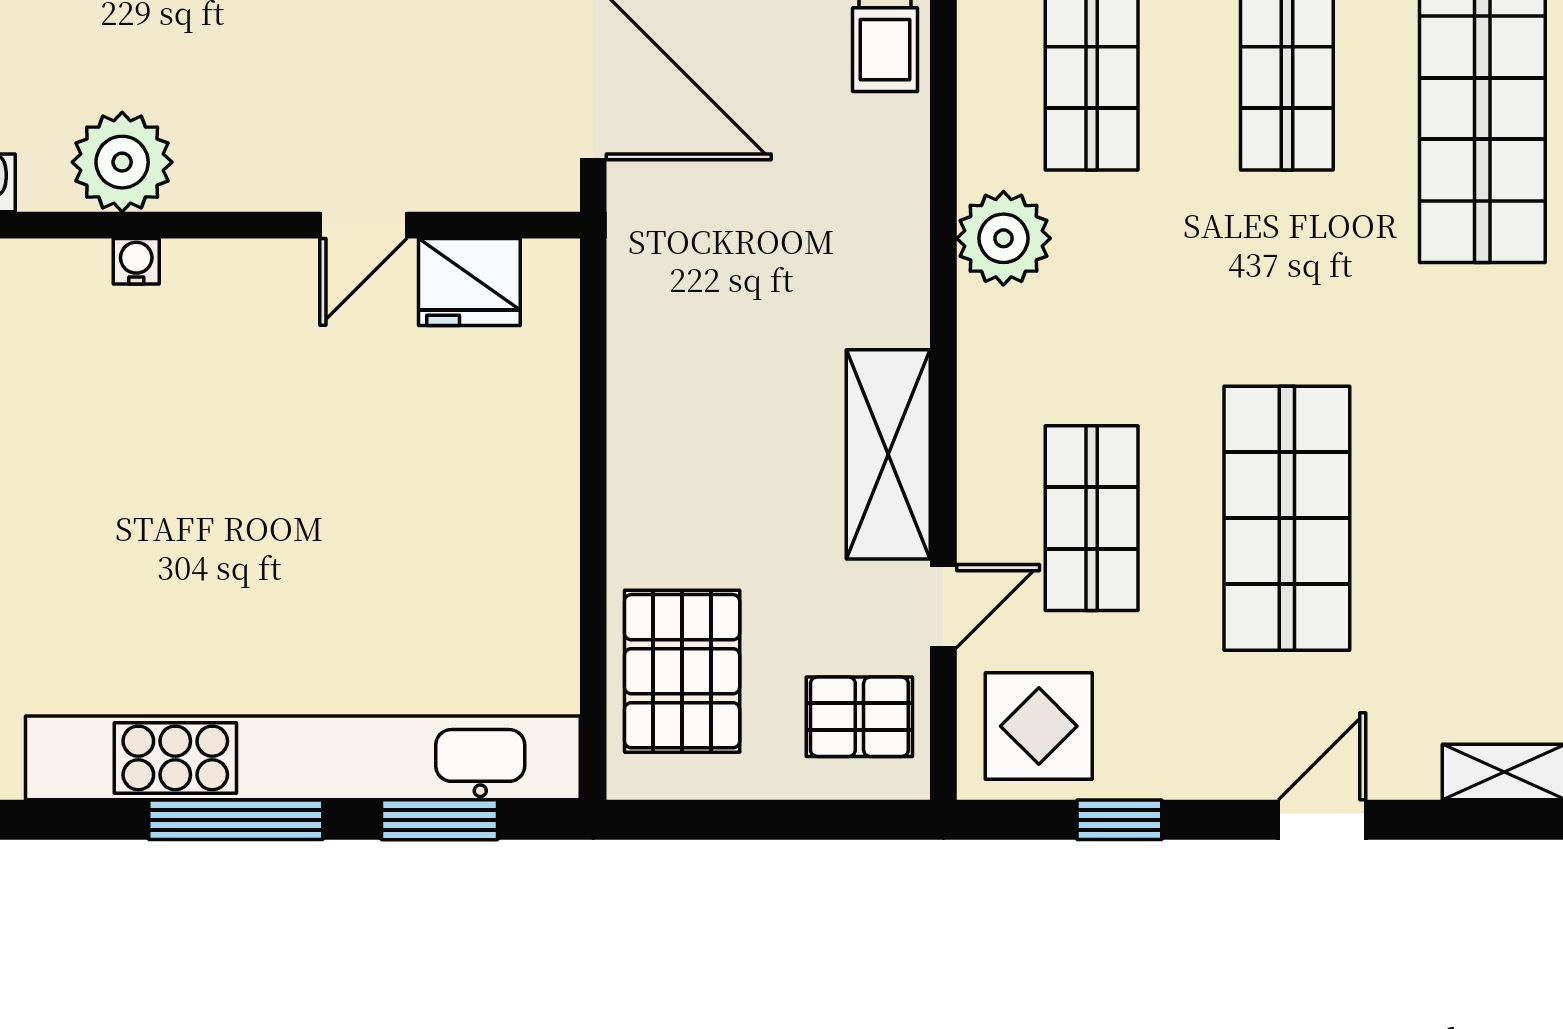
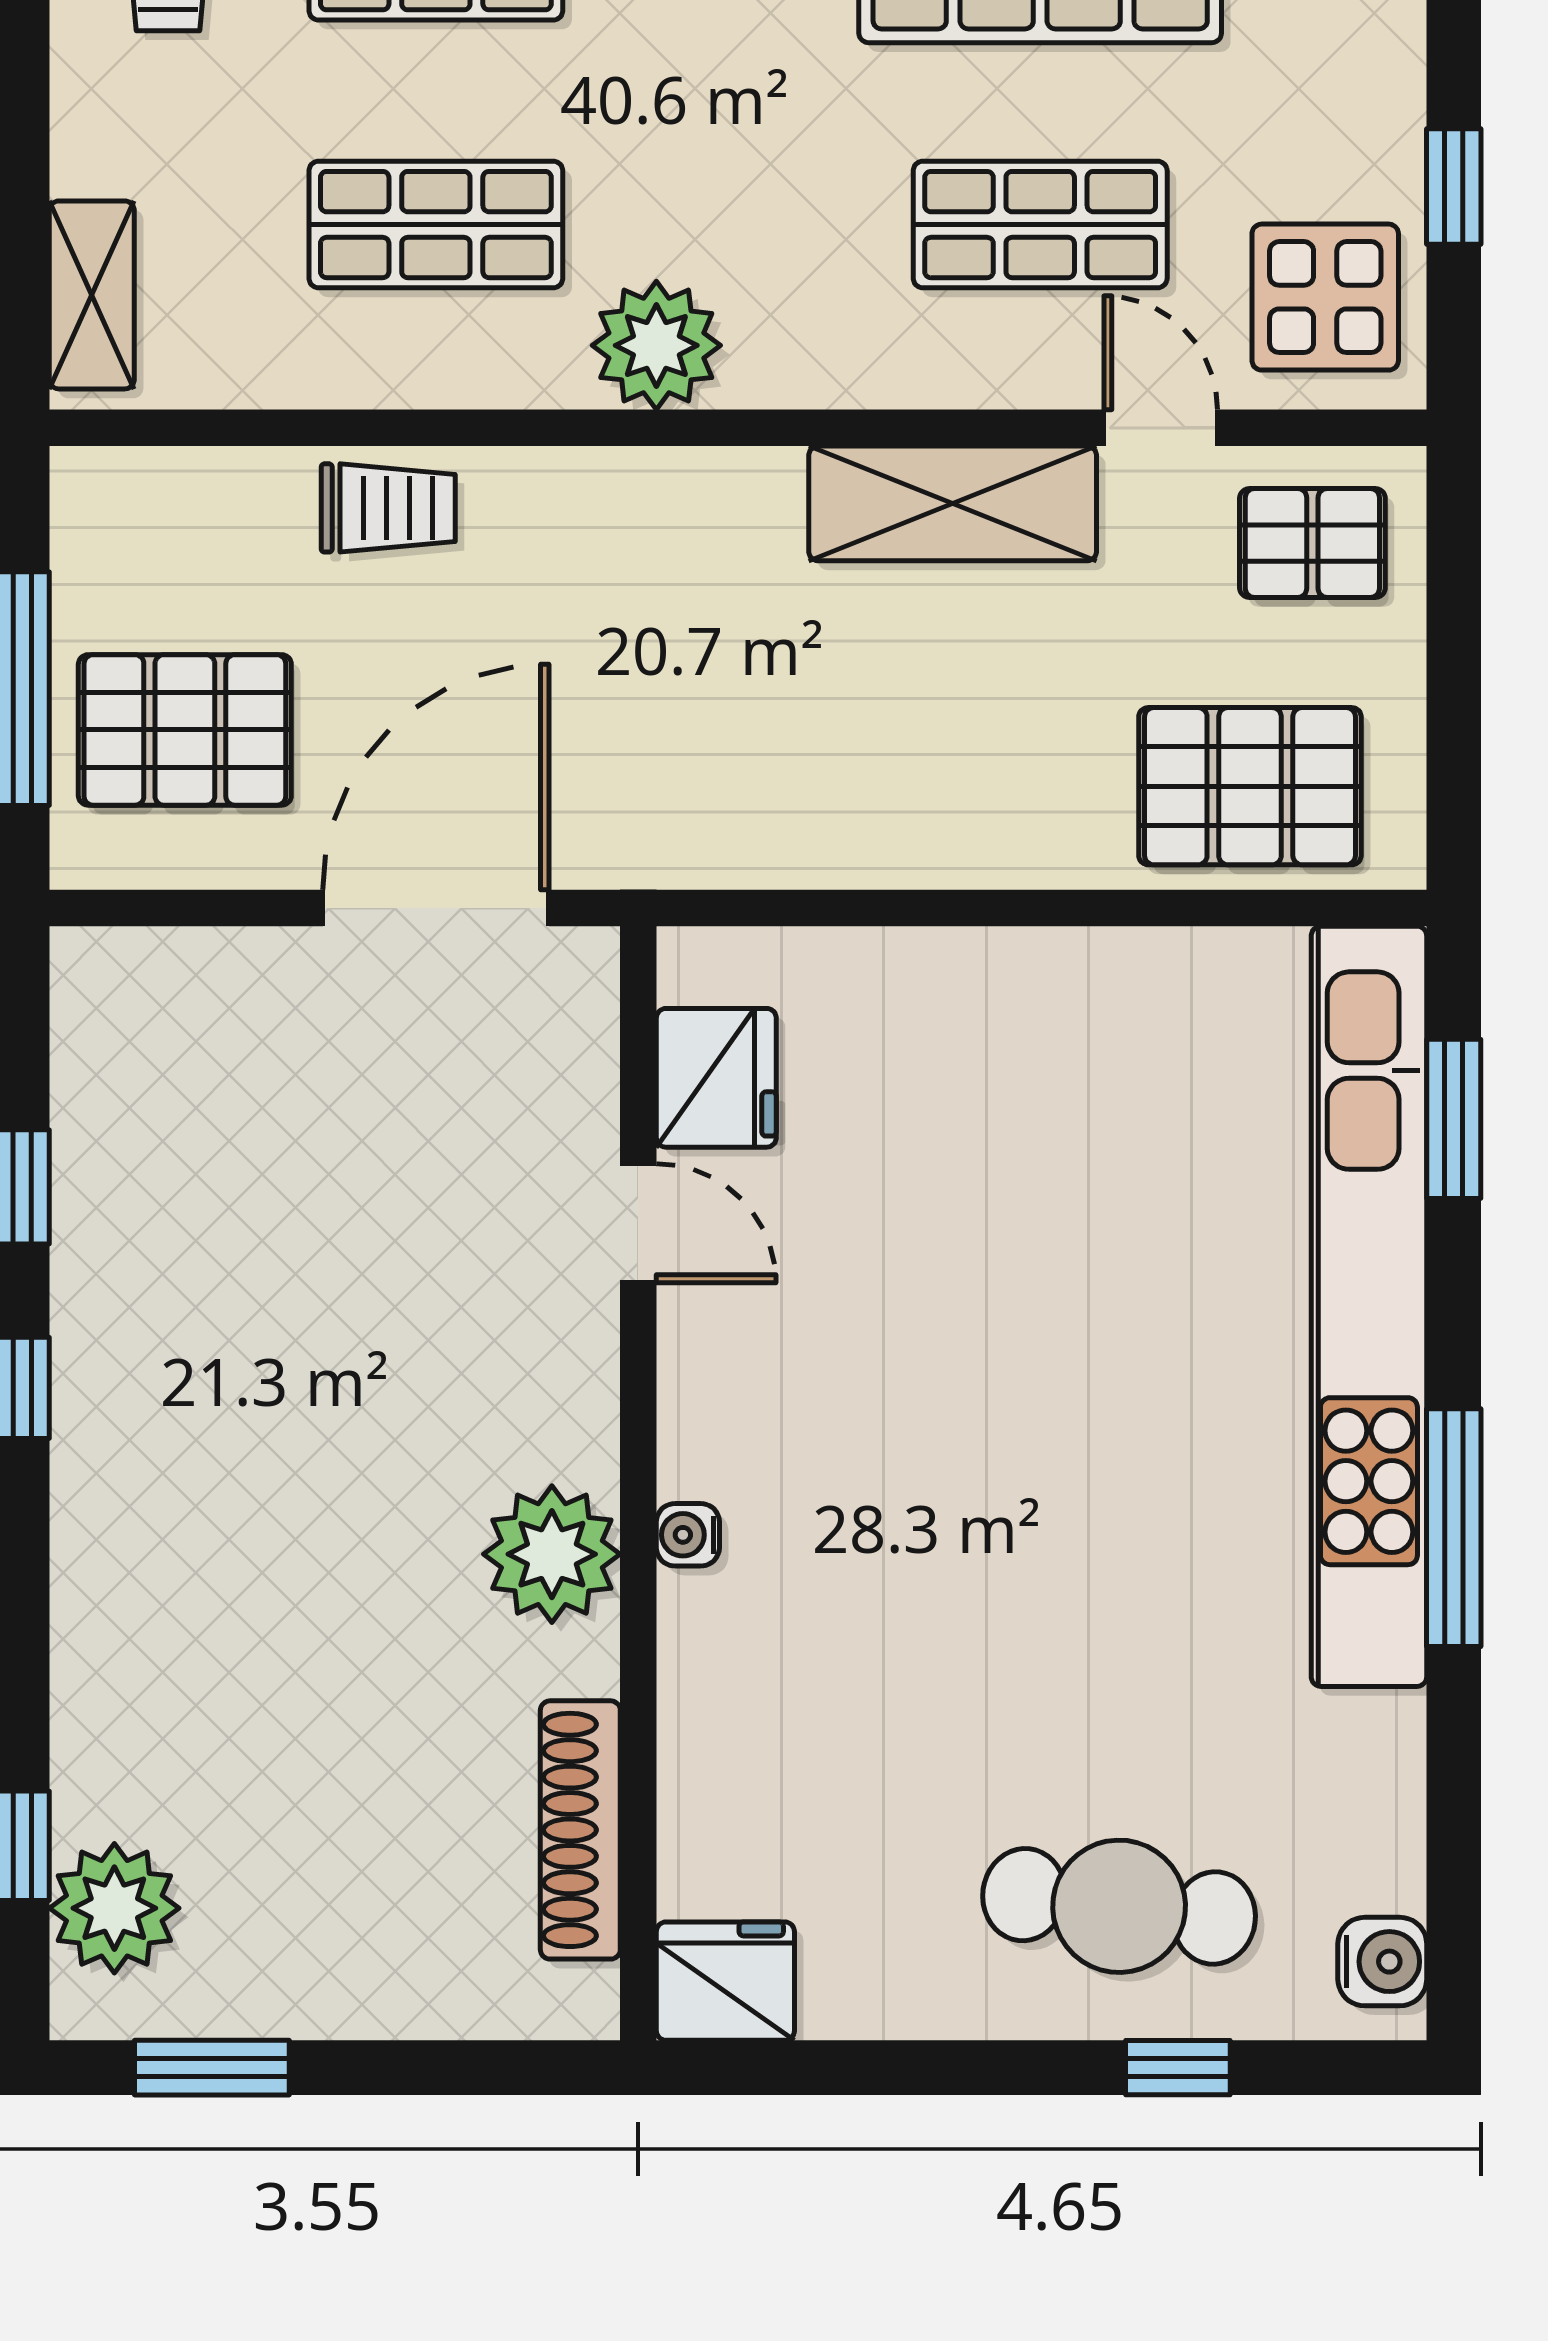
pallet: (859, 717) -> (1312, 543), turned 90
window: (236, 820) -> (1454, 1528), moved

